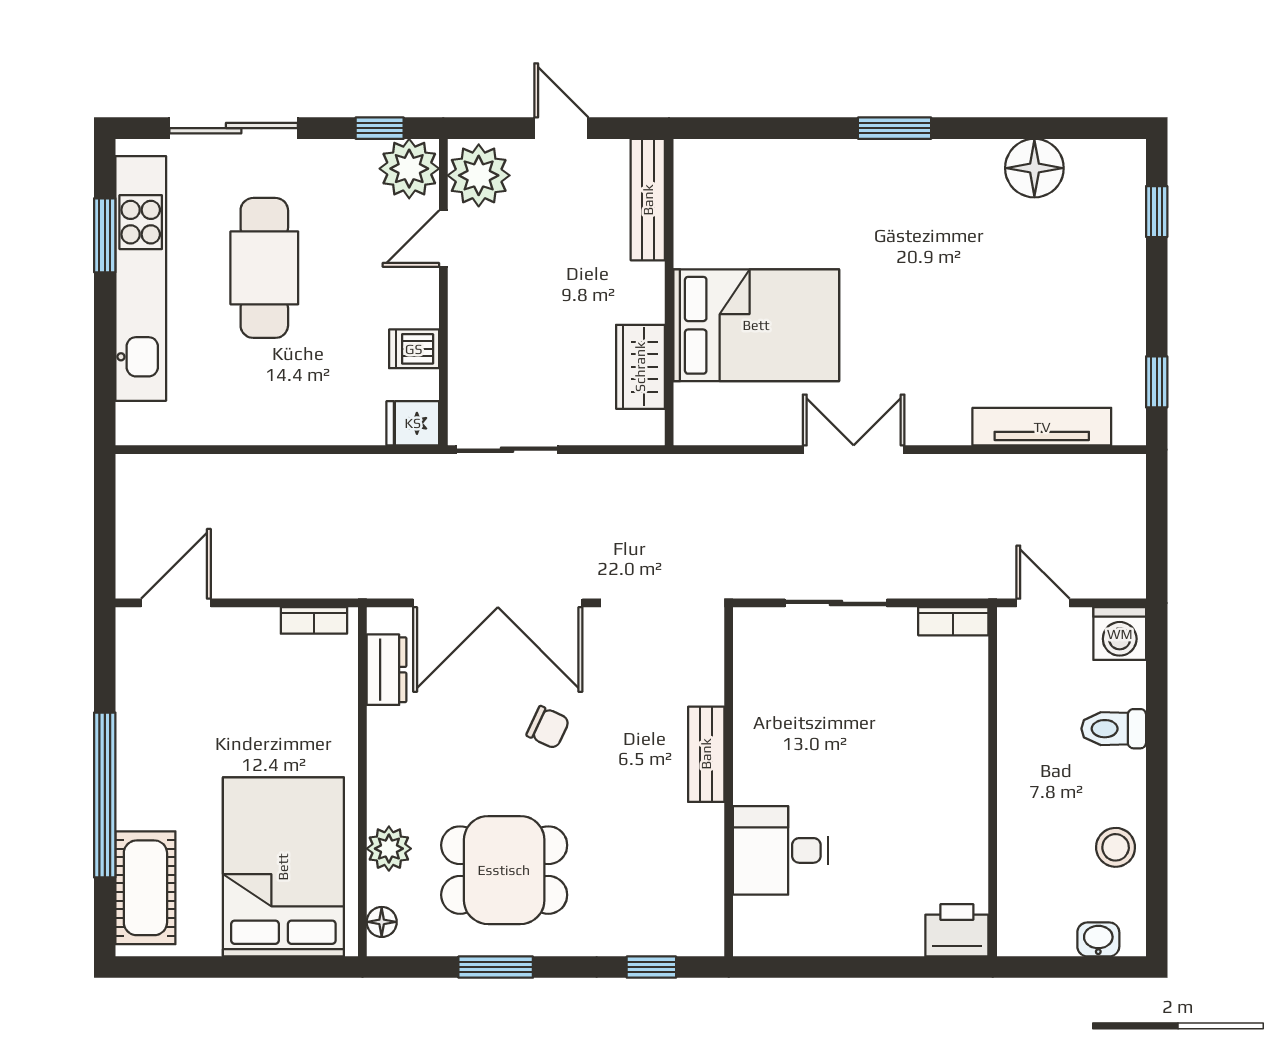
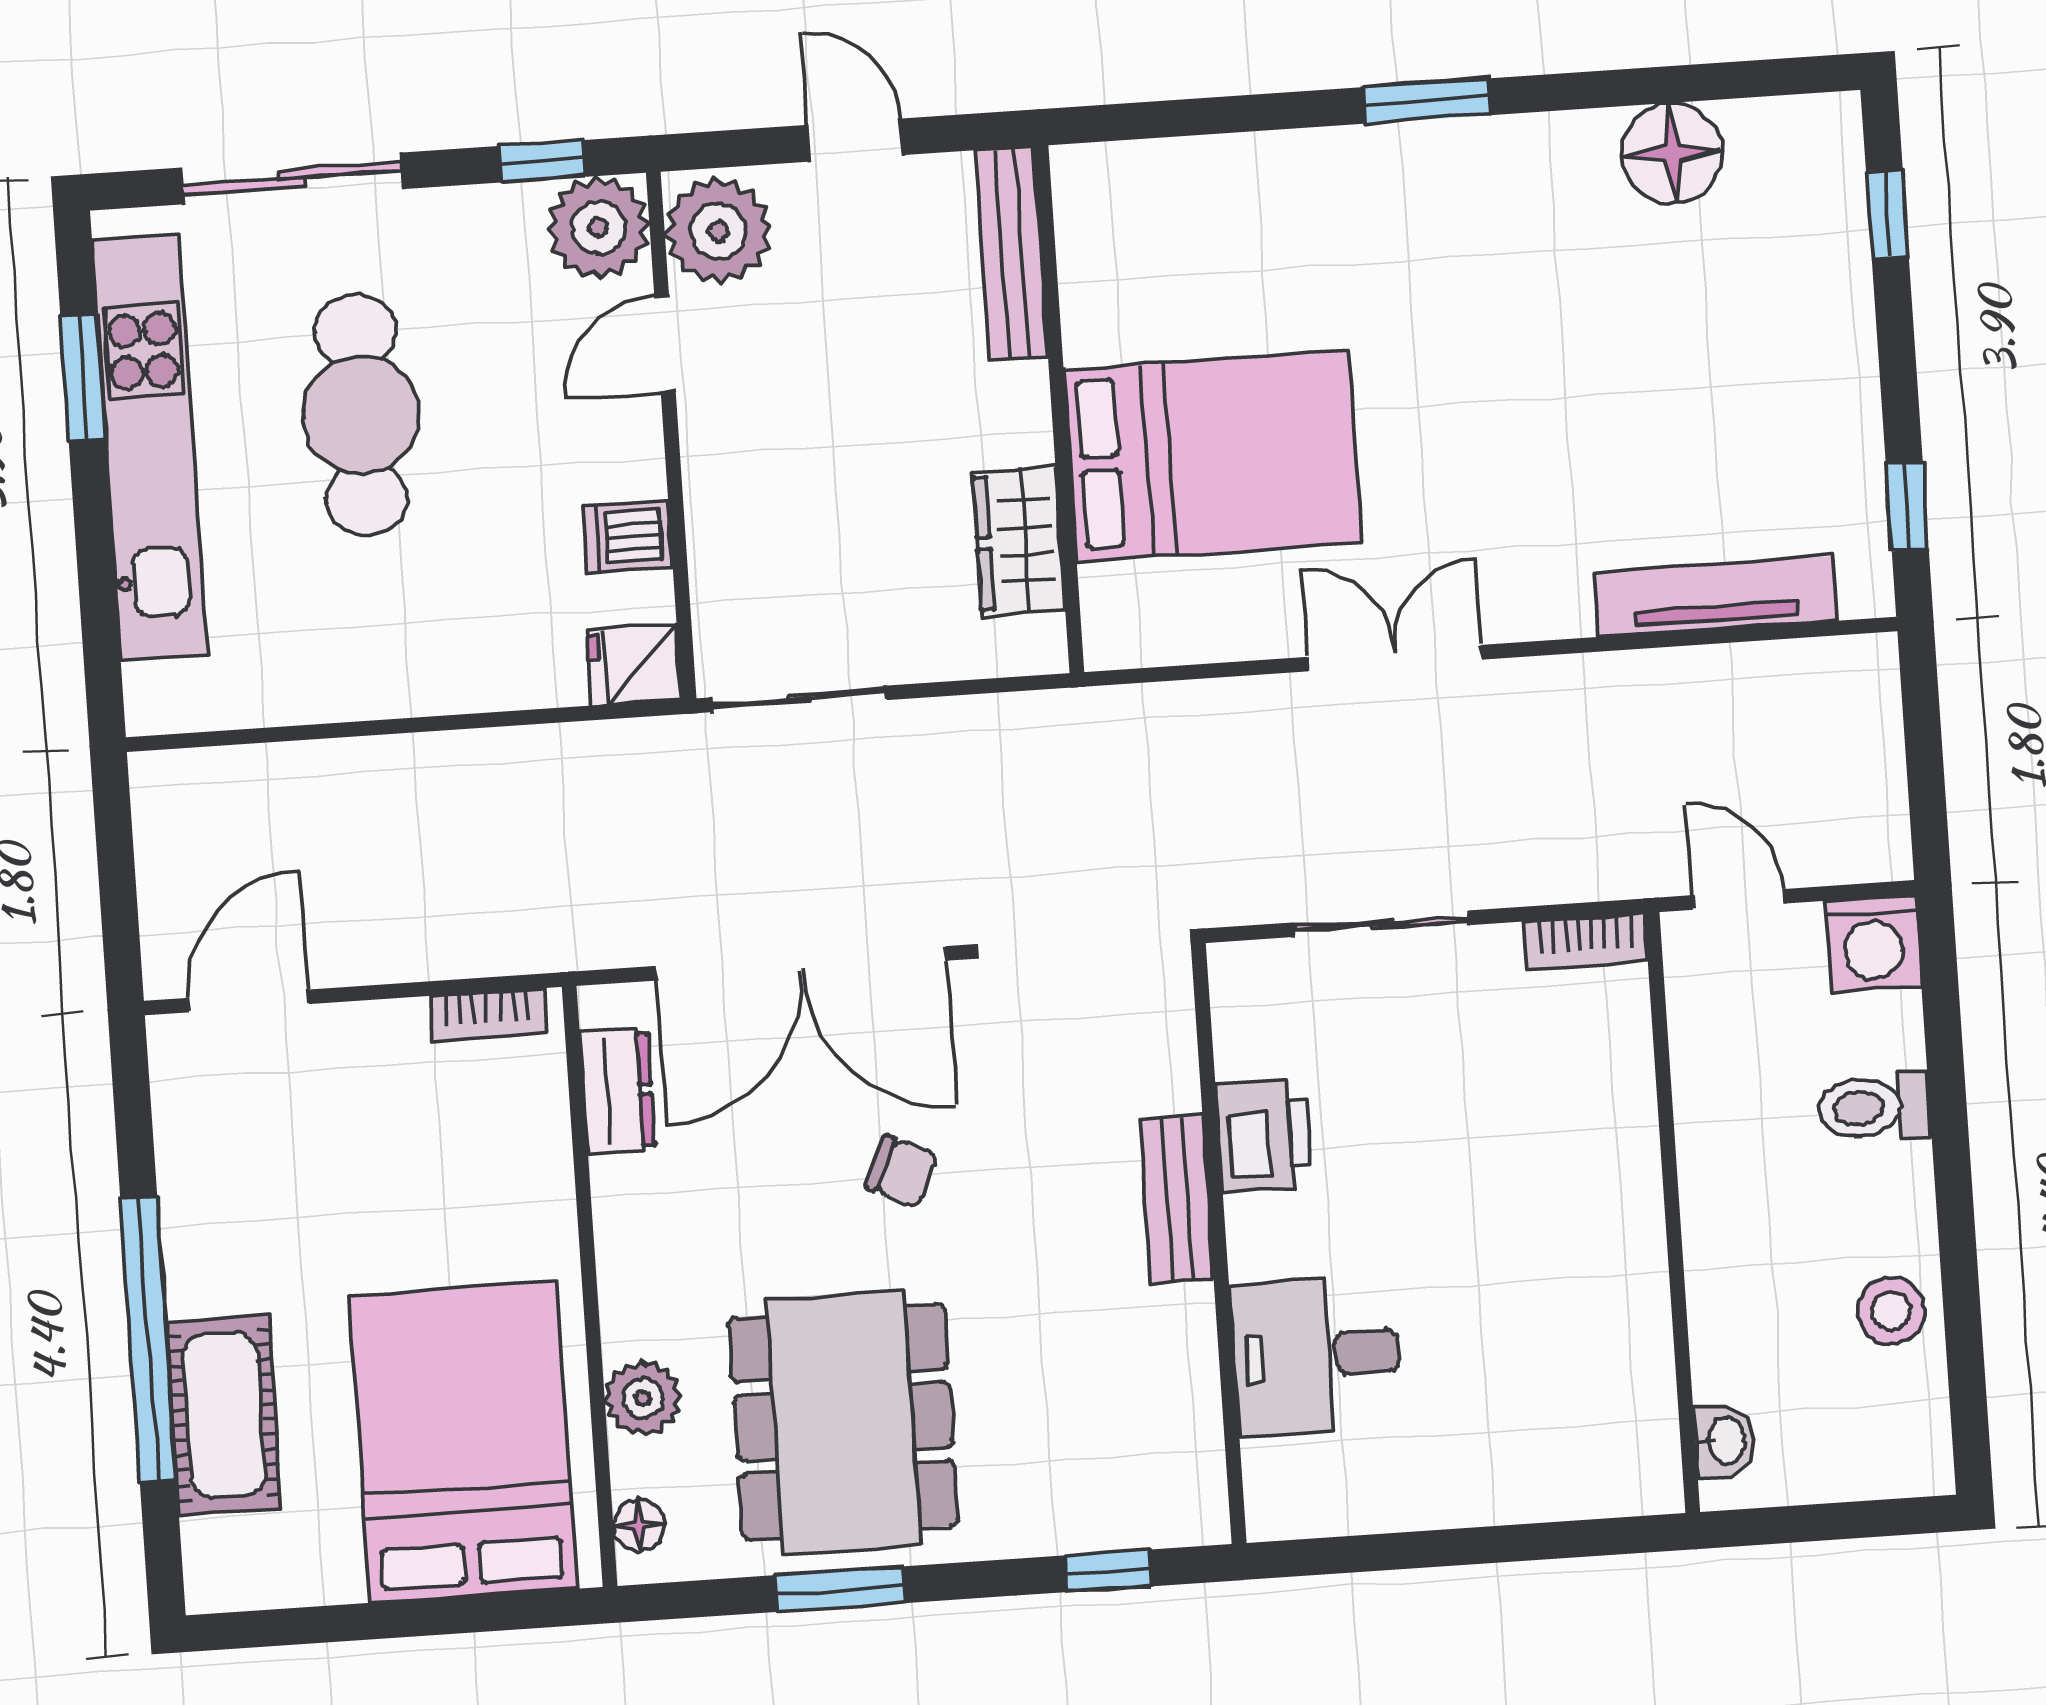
dining table: (504, 870) -> (843, 1421), width x1.38
cot: (145, 888) -> (224, 1415), moved
printer: (957, 930) -> (1264, 1135), moved, turned 90
washbasin: (1098, 939) -> (1725, 1441), moved, turned 90

